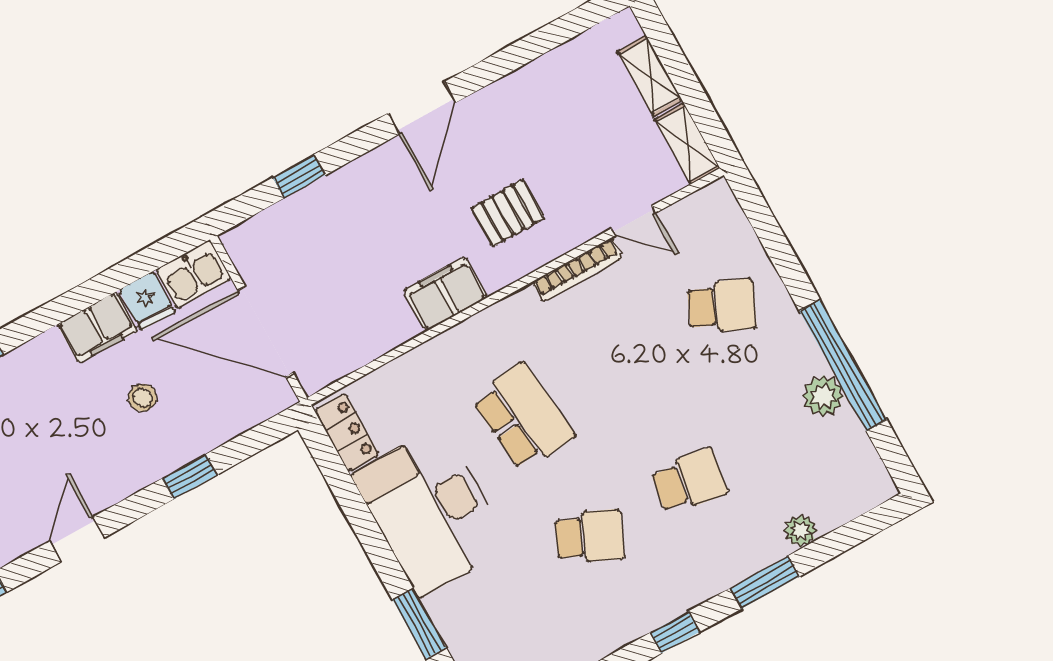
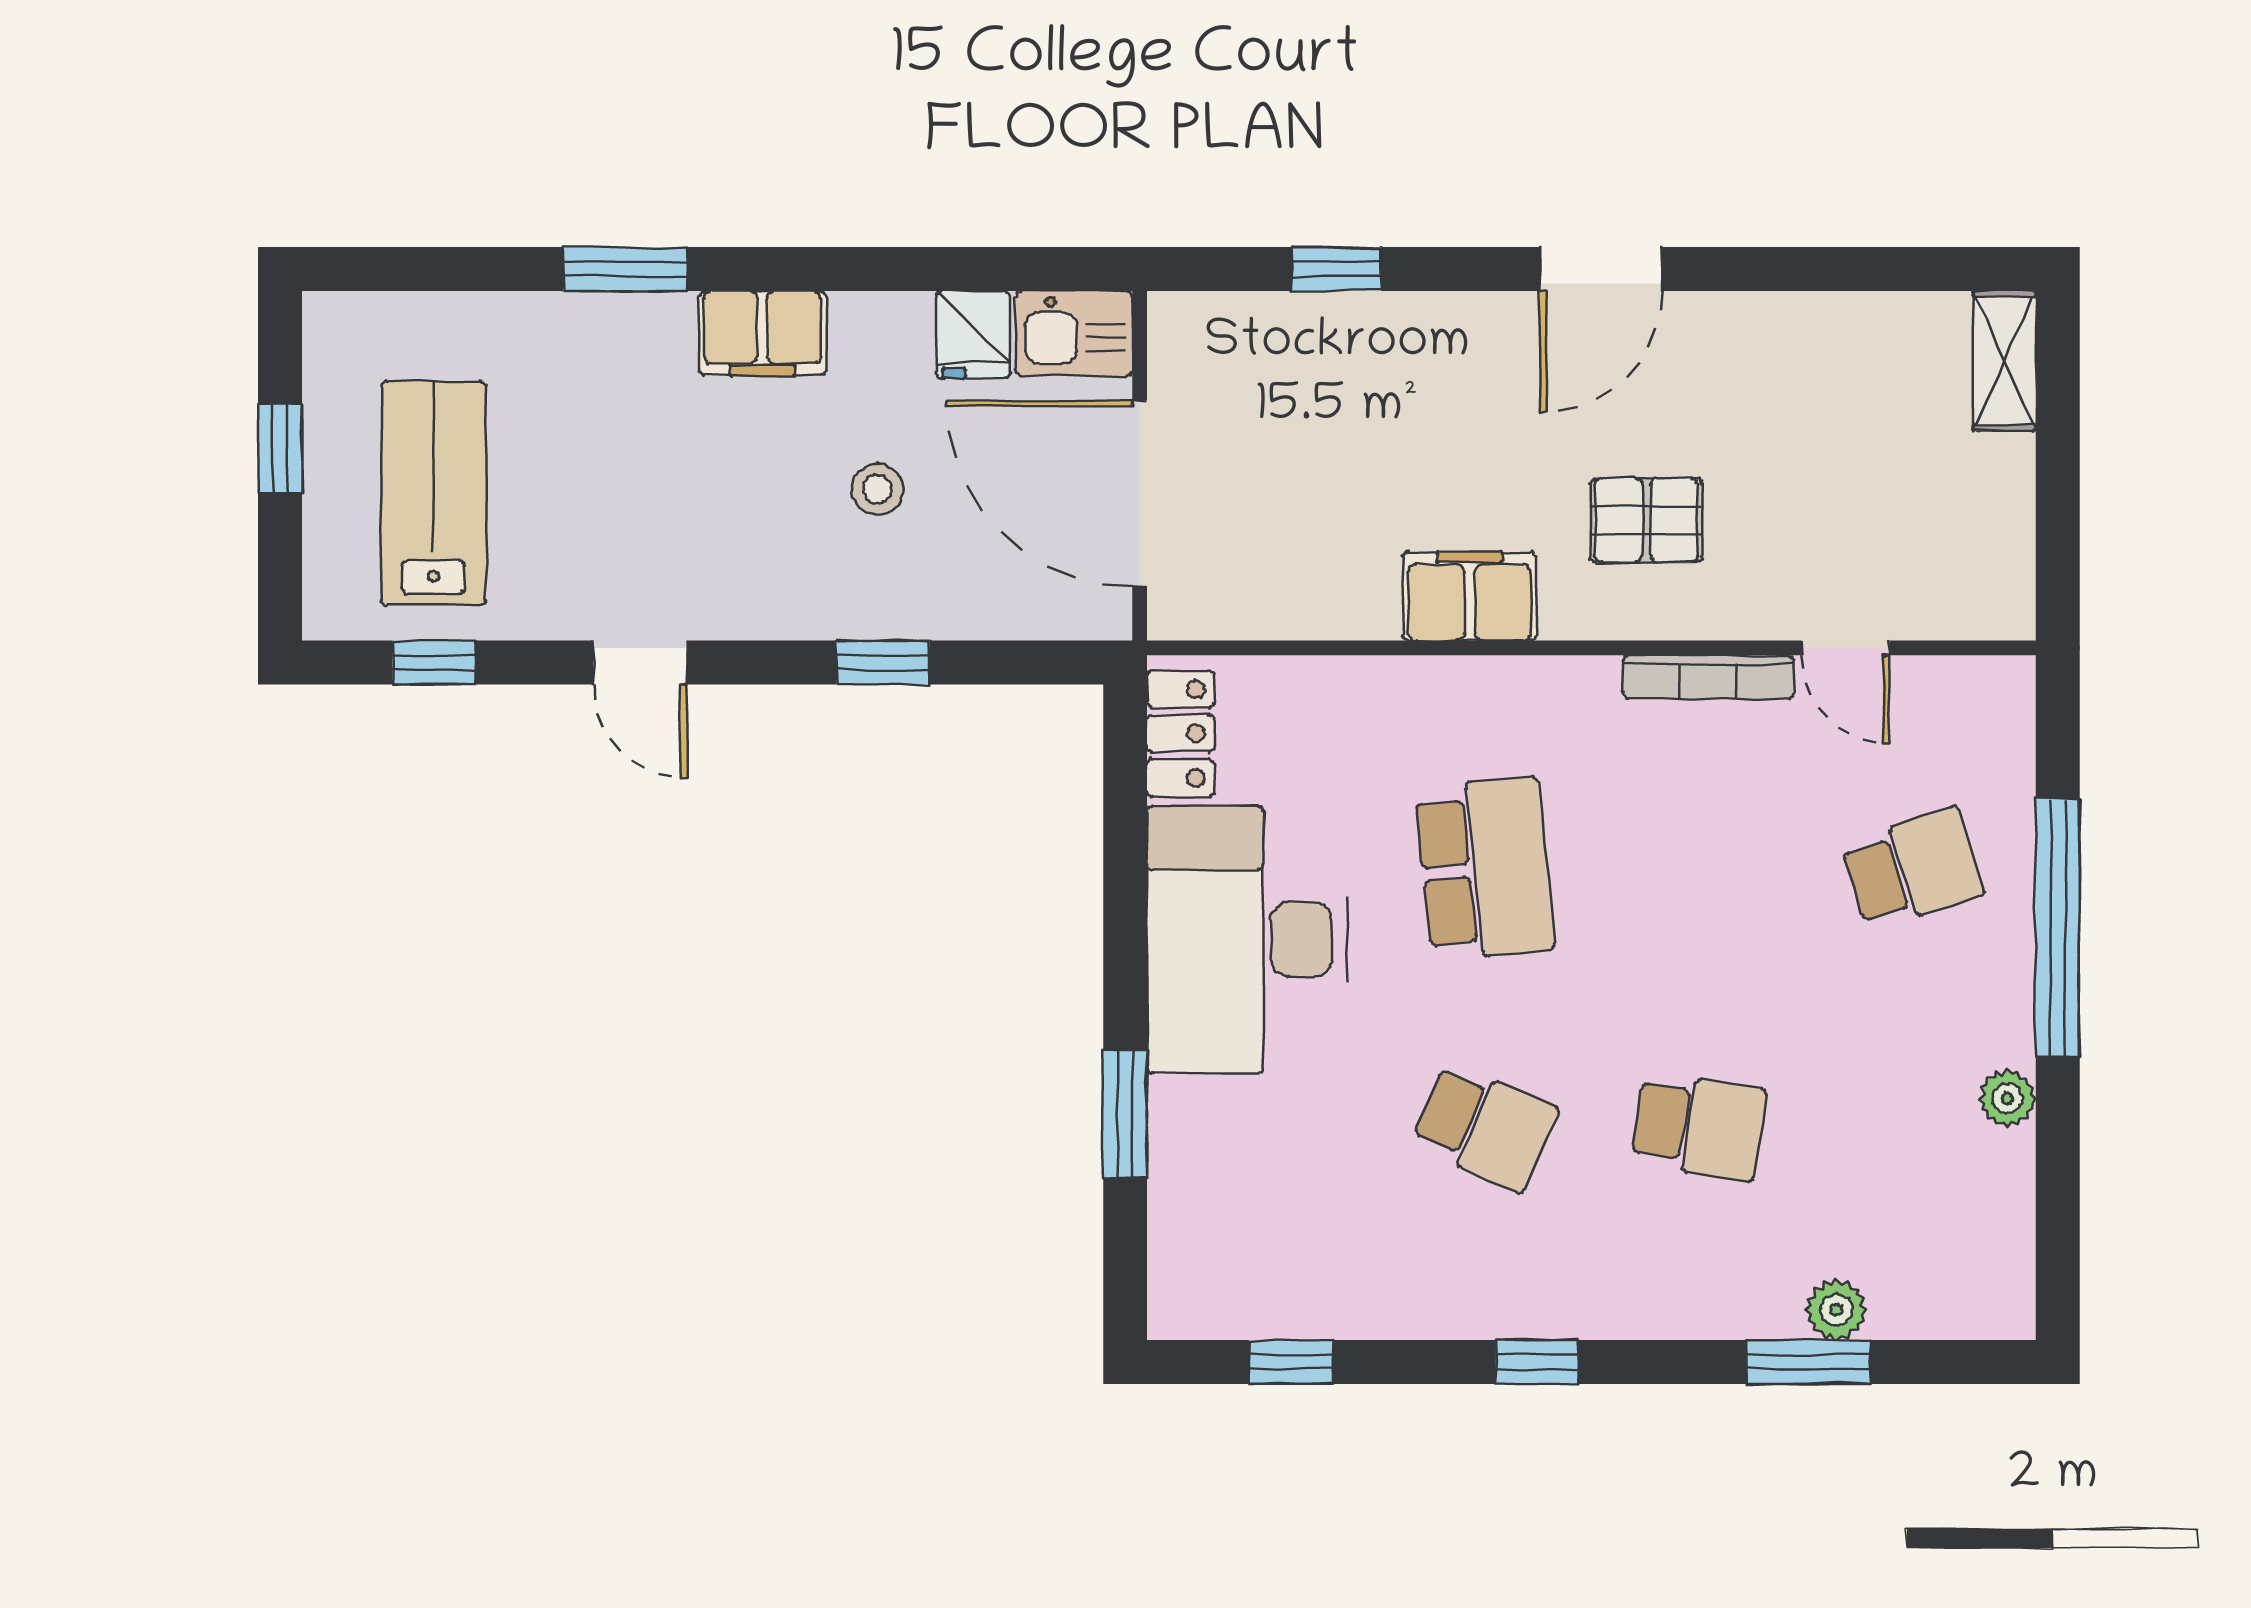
shelving: (650, 76) -> (2004, 361), moved
shelving: (687, 144) -> (2004, 570), removed
school desk: (722, 306) -> (1912, 869), turned -42
filing cabinet: (97, 328) -> (762, 333), moved
window: (843, 365) -> (2058, 927), moved
plant: (823, 396) -> (2007, 1098), width x0.73, depth x0.73
door: (77, 539) -> (640, 662), swing flipped
window: (765, 582) -> (1809, 1362), moved

